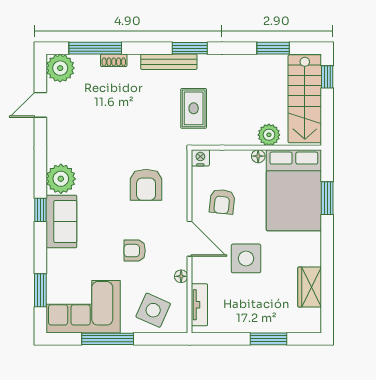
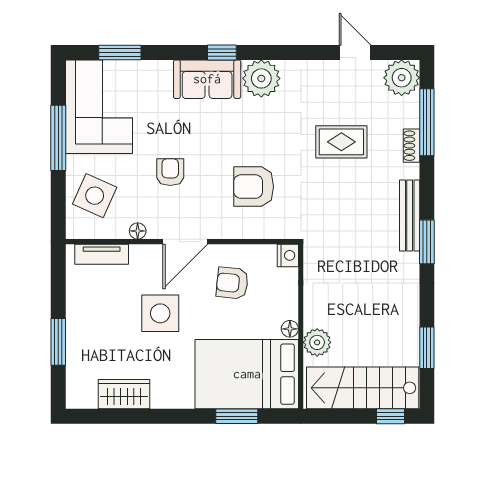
rug: (194, 108) -> (341, 142), moved

